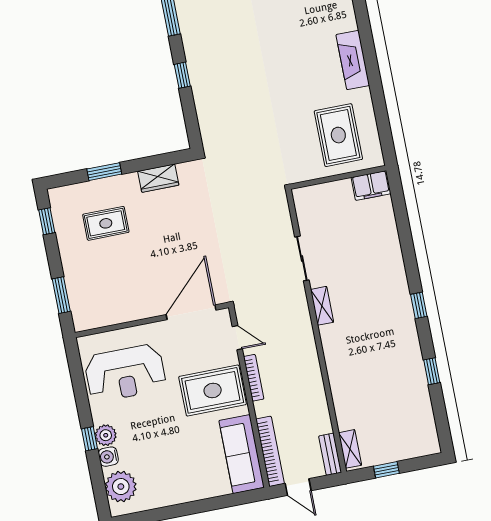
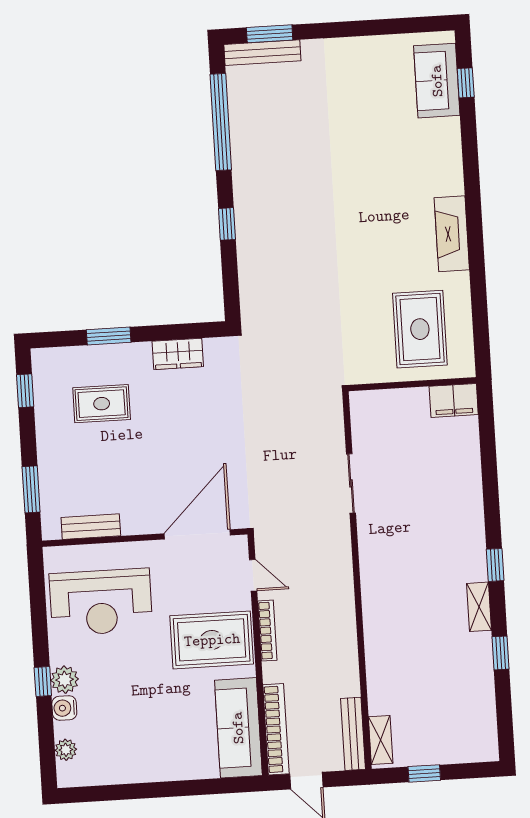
shelving: (322, 306) -> (479, 607), moved
bench: (110, 317) -> (91, 527), added
bench: (330, 454) -> (353, 734), width x1.36
plant: (121, 487) -> (66, 750), width x0.53, depth x0.53

